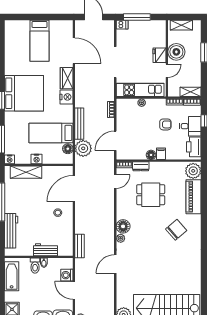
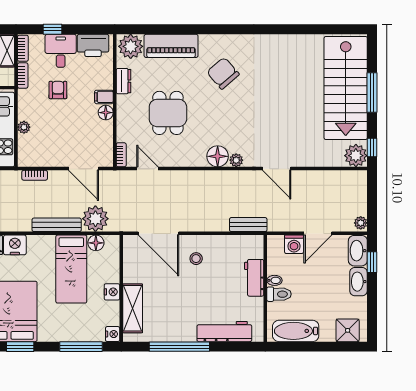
dresser: (141, 166) -> (124, 81), moved

